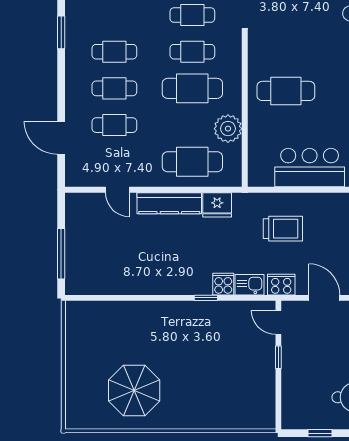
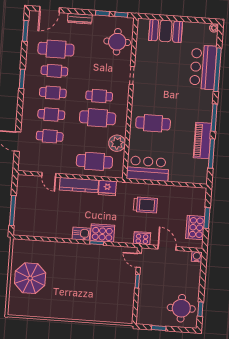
cafe table: (192, 15) -> (54, 71), moved
bar counter: (310, 168) -> (148, 169), moved
cooker: (223, 284) -> (102, 233), width x1.87, depth x1.31
kitchen sink: (250, 285) -> (81, 234), moved
parasol: (134, 391) -> (30, 278), moved

